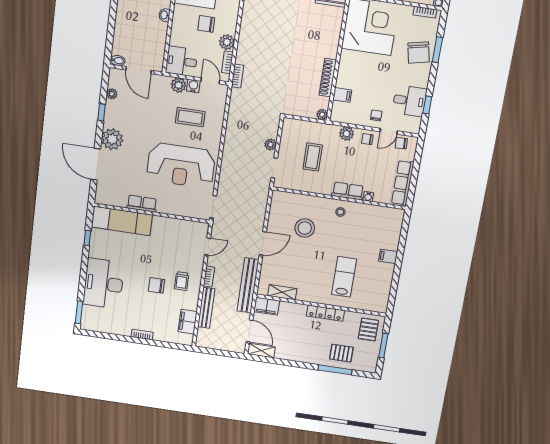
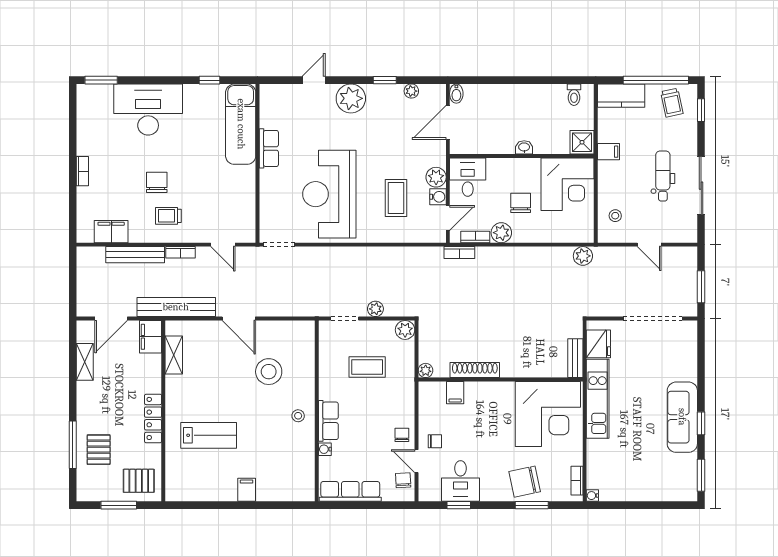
plant: (347, 134) -> (405, 330), moved
door: (96, 164) -> (314, 80), width x0.53
shelving: (261, 351) -> (85, 362), moved

